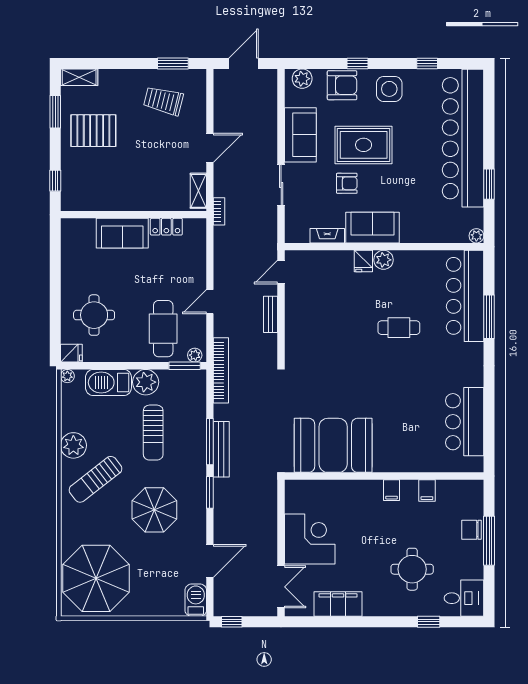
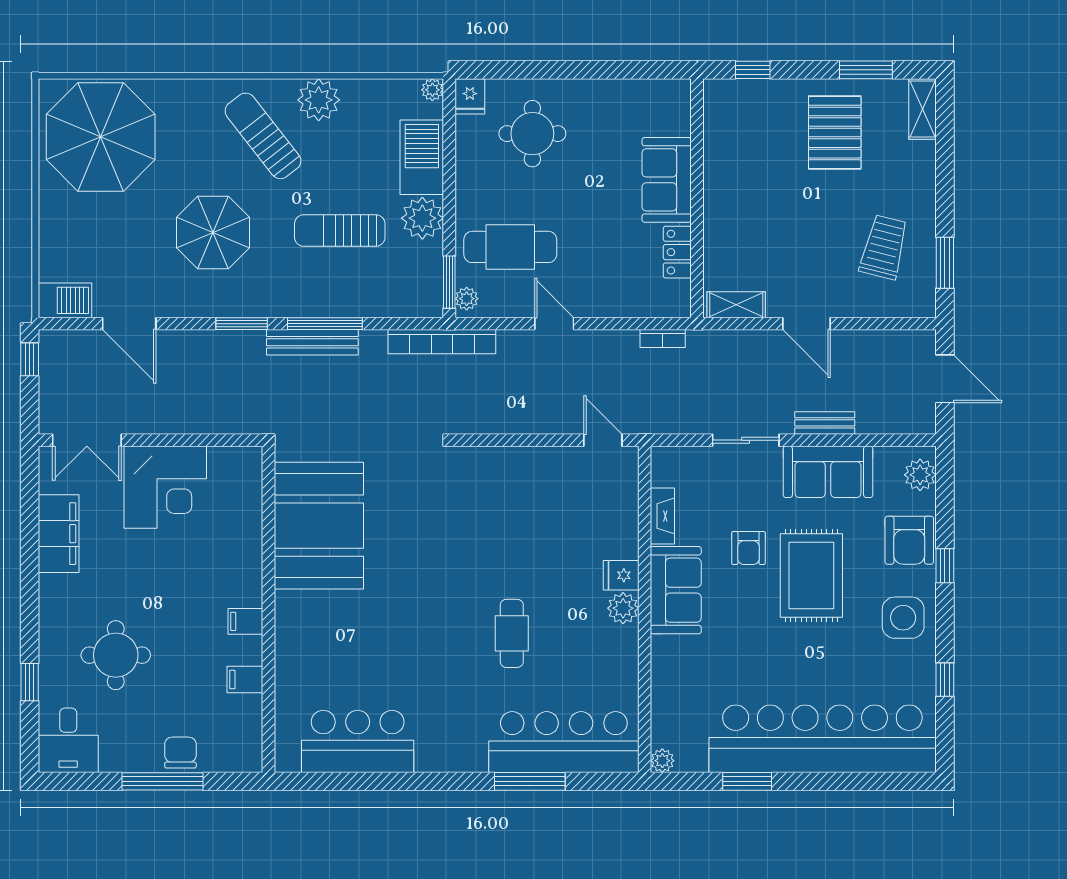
bookcase: (219, 211) -> (663, 338), moved
bench: (271, 314) -> (825, 423), moved

